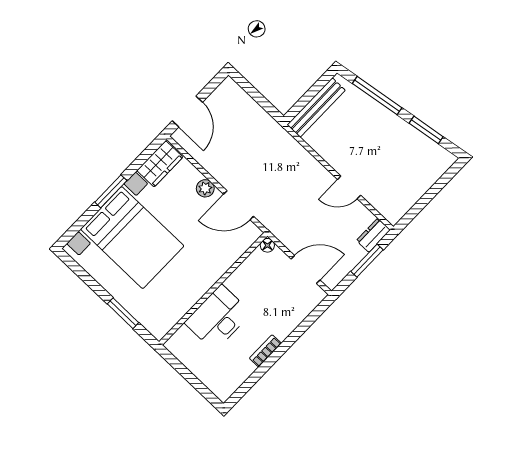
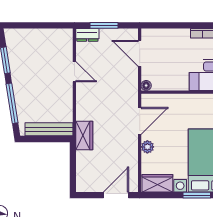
wardrobe: (277, 137) -> (84, 136), added
door: (239, 205) -> (140, 121), hinge flipped

